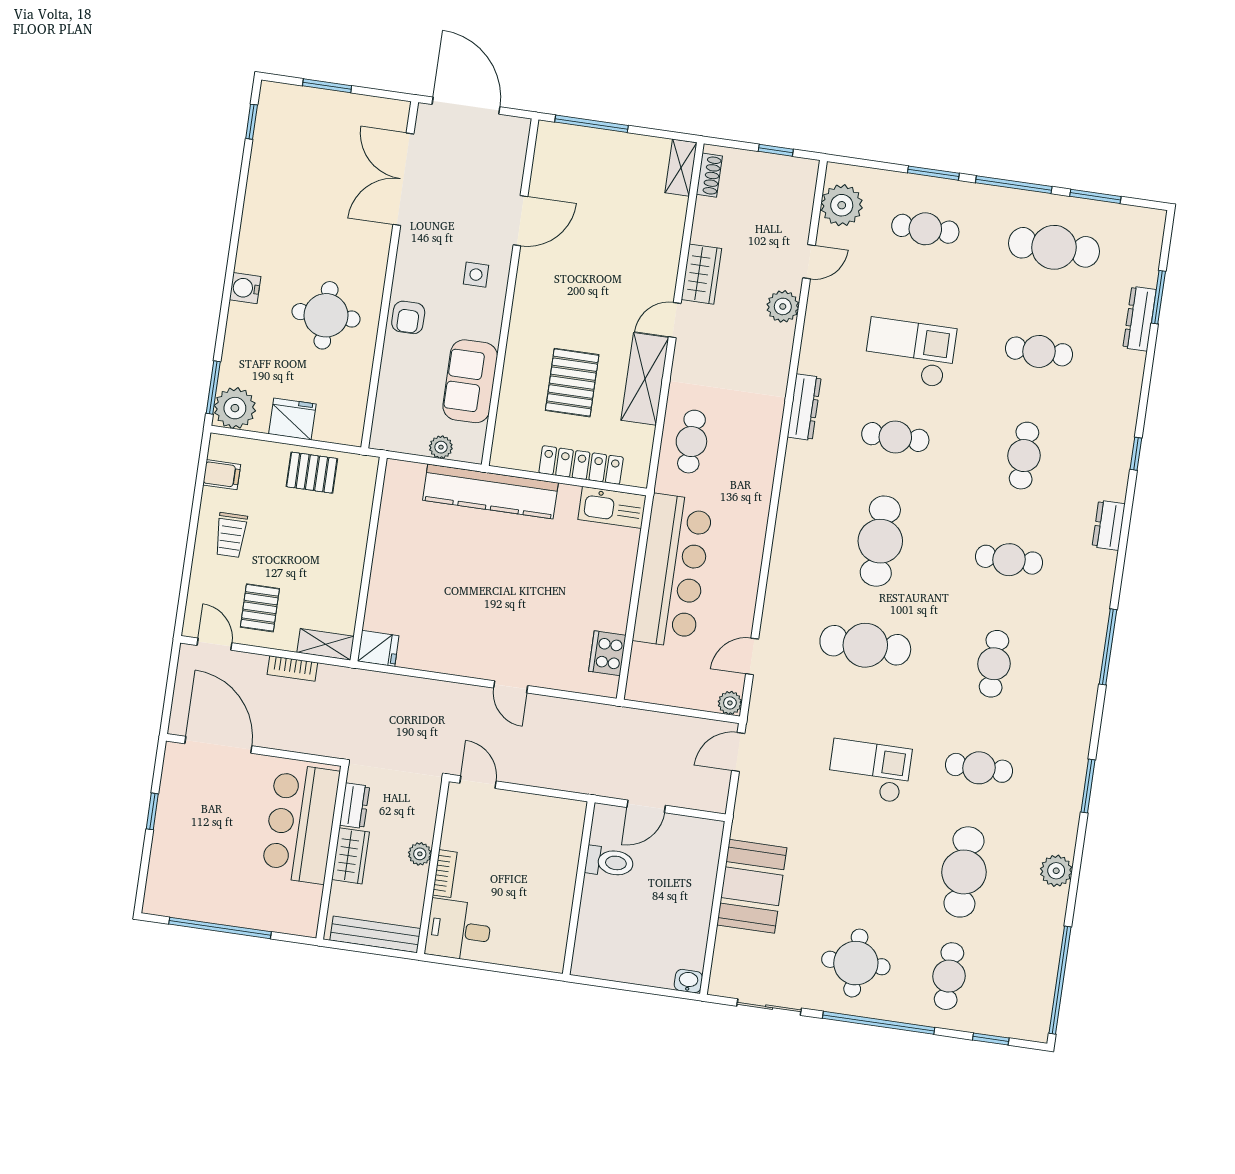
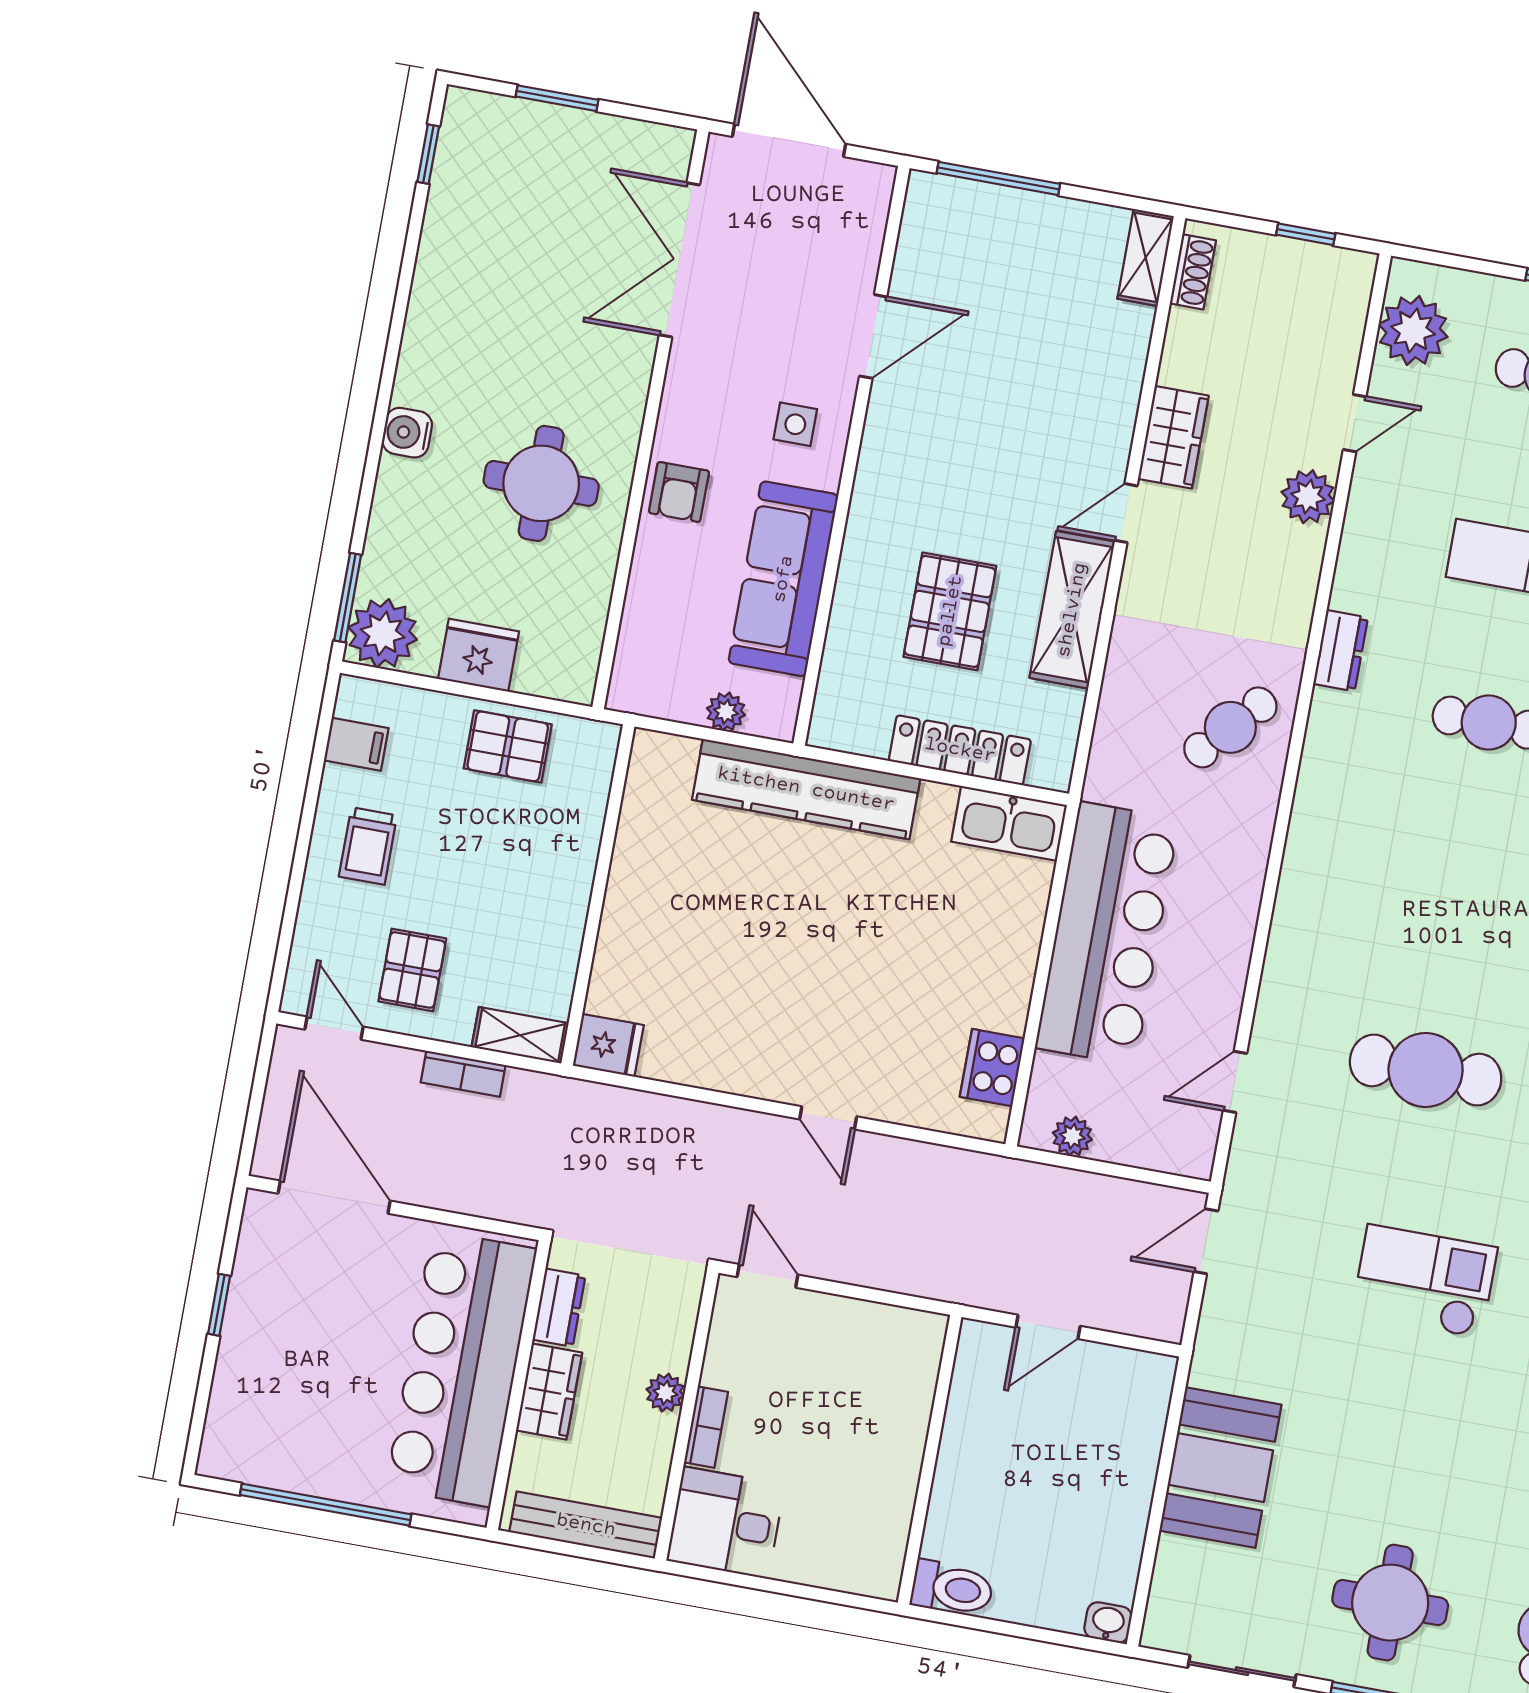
sofa: (470, 381) -> (783, 579), width x1.36
dresser: (804, 407) -> (1341, 651), width x0.70
cafe table: (691, 442) -> (1230, 727), moved, turned 42
cafe table: (880, 541) -> (1457, 896), removed
plant: (730, 703) -> (1072, 1136), moved
bar counter: (301, 823) -> (461, 1369), width x1.36
toilet: (609, 862) -> (952, 1588), moved

